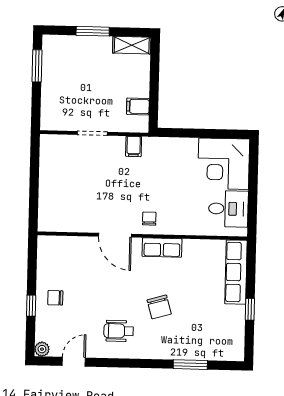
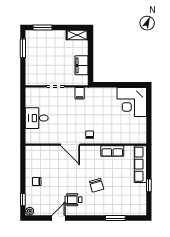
window: (93, 31) -> (43, 28), moved
filing cabinet: (138, 106) -> (82, 65), width x2.00
desk: (228, 209) -> (37, 118), moved, turned 180
row of seats: (162, 248) -> (112, 151), moved
window: (31, 306) -> (23, 200), moved
door: (74, 362) -> (58, 218), moved

